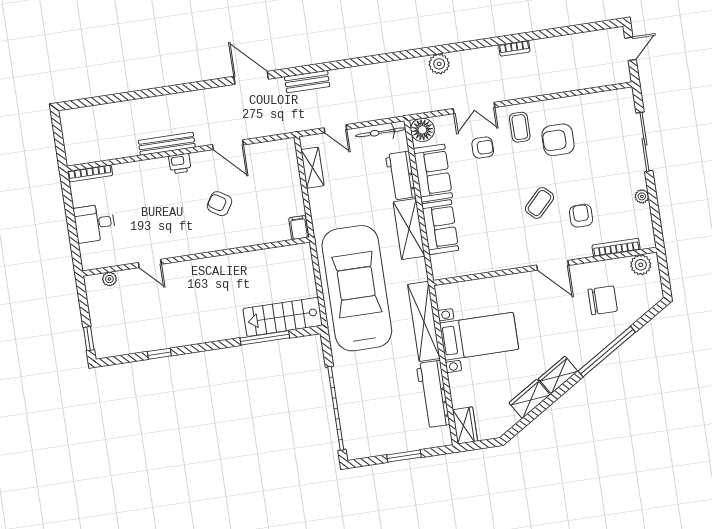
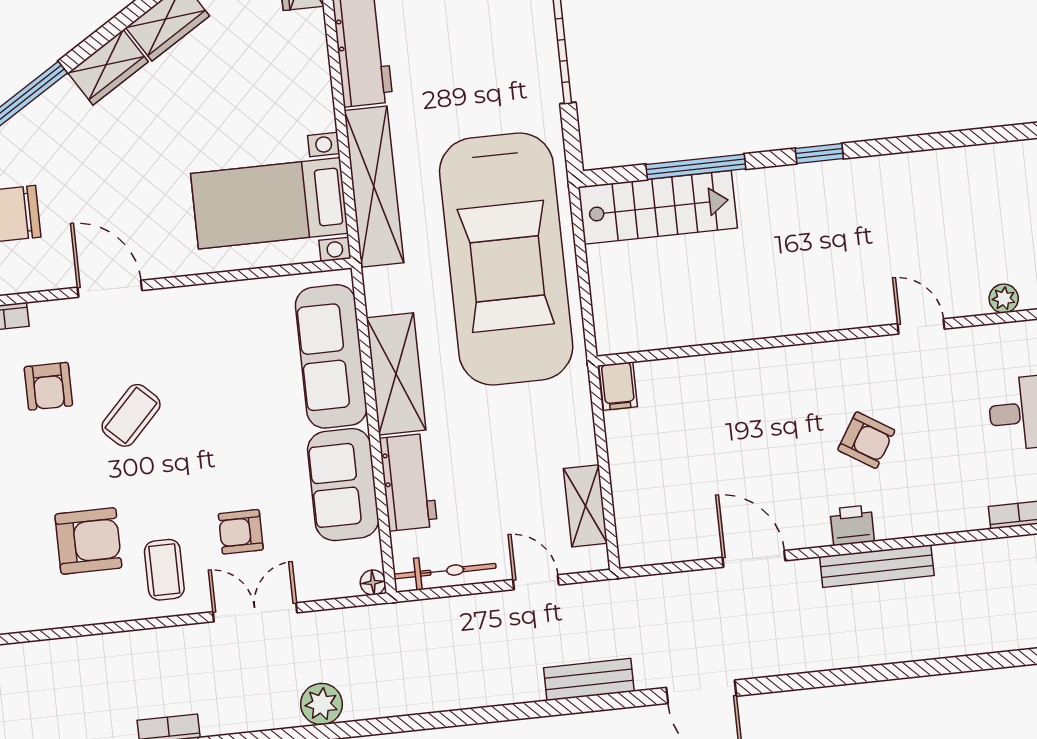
floor lamp: (422, 130) -> (373, 582), width x0.53, depth x0.53
armchair: (219, 204) -> (866, 440), moved
sofa: (440, 227) -> (331, 356), width x1.36
bed with nightstands: (479, 336) -> (269, 203), moved
window: (159, 354) -> (819, 153), moved

